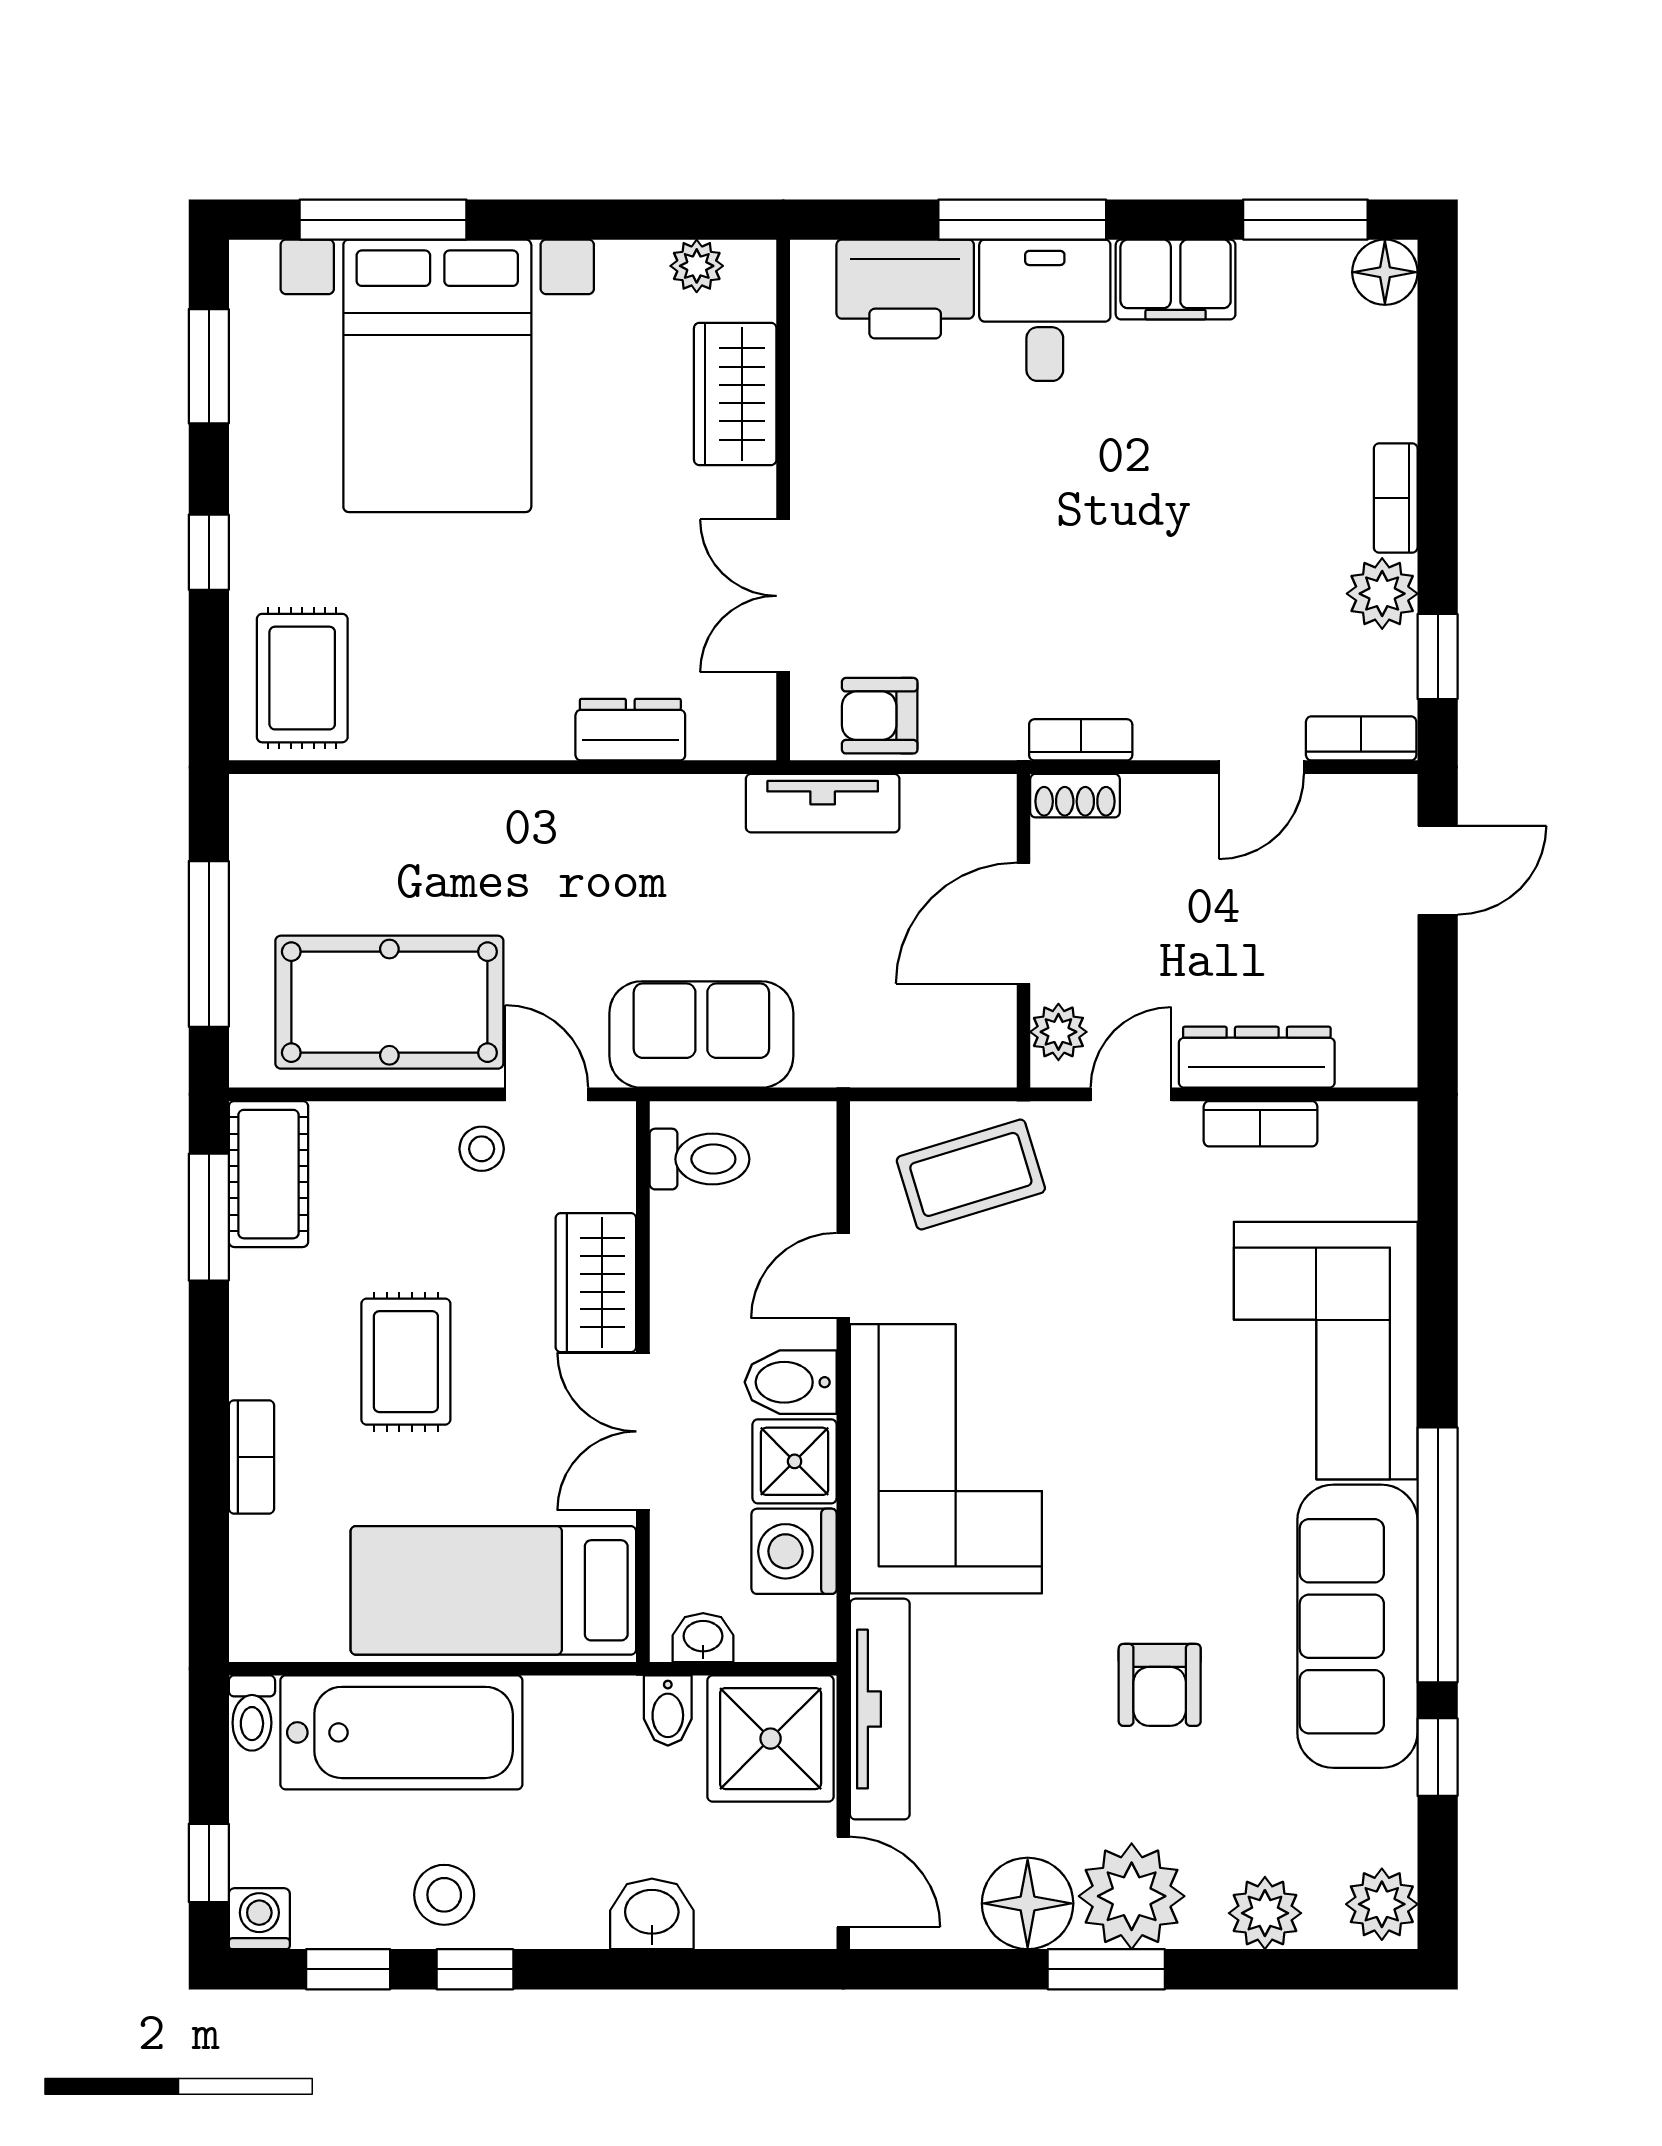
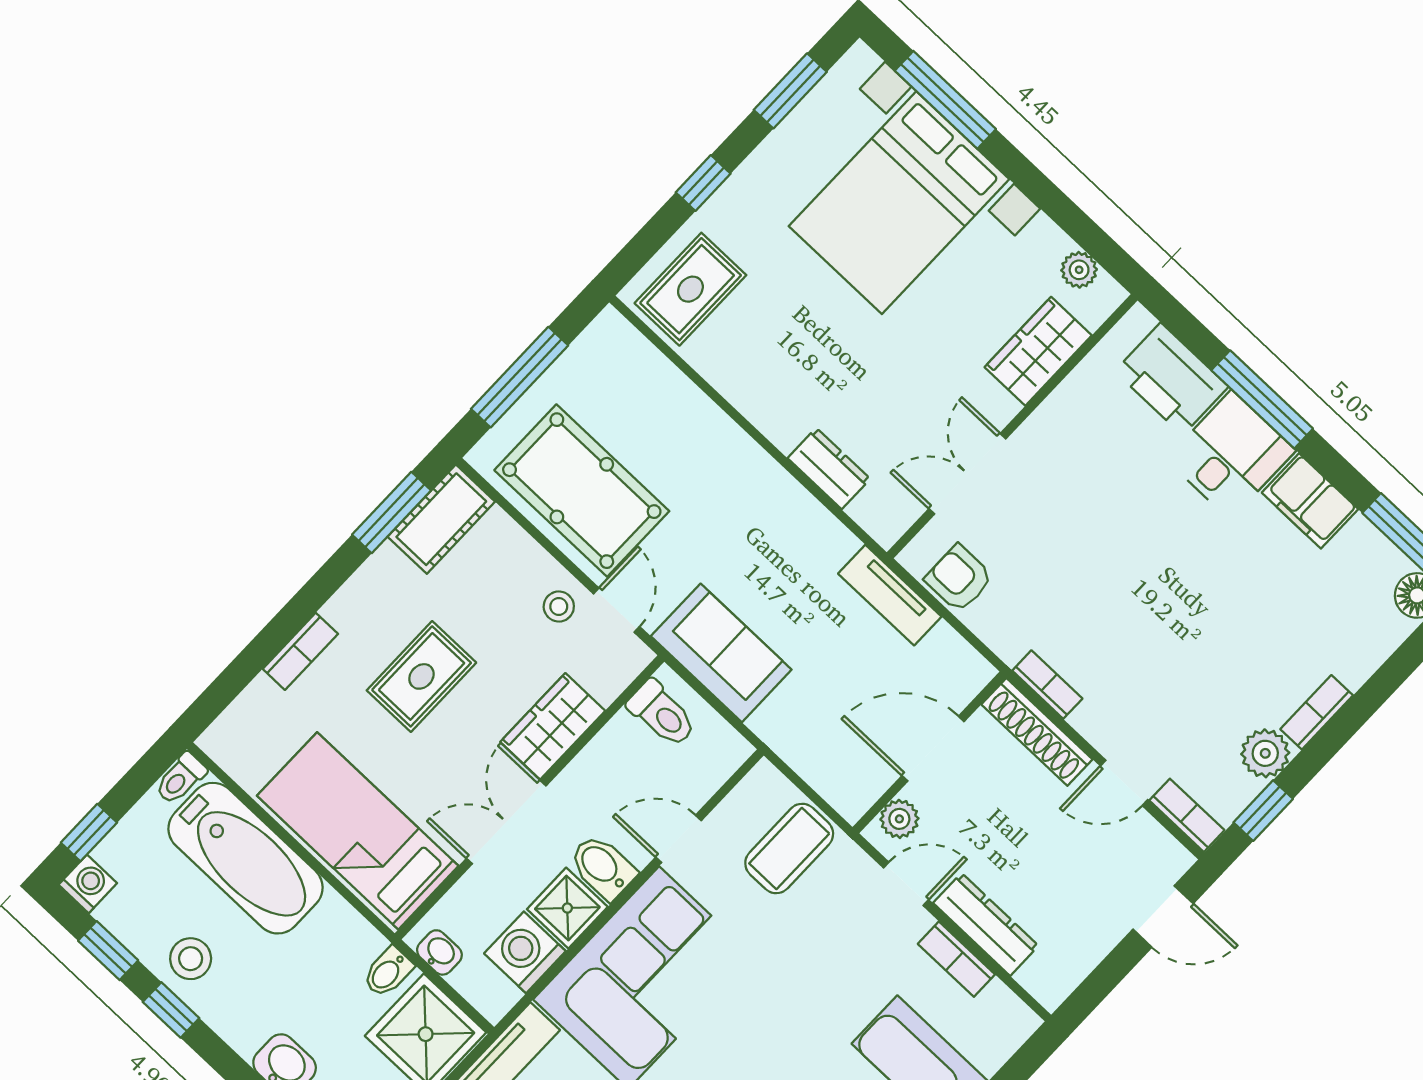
shoe rack: (1075, 796) -> (1037, 732), width x1.94, depth x1.24
coffee table: (971, 1174) -> (789, 848), turned -73

